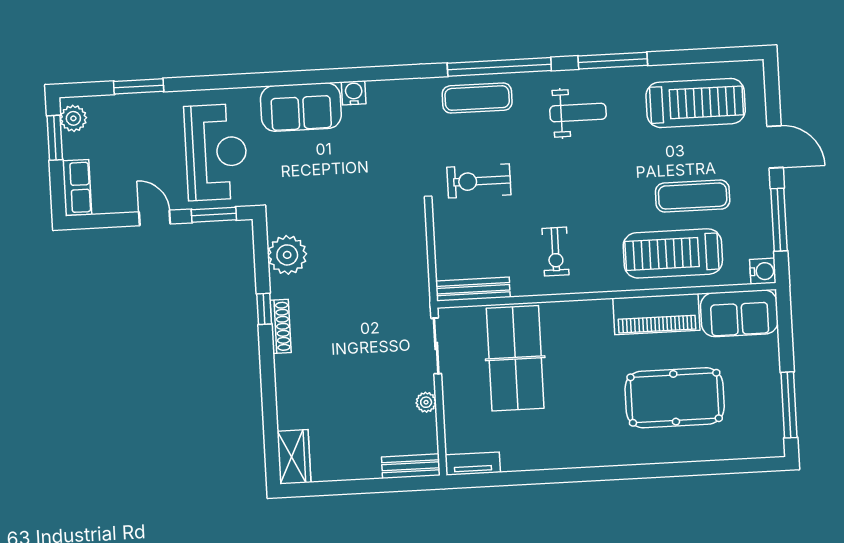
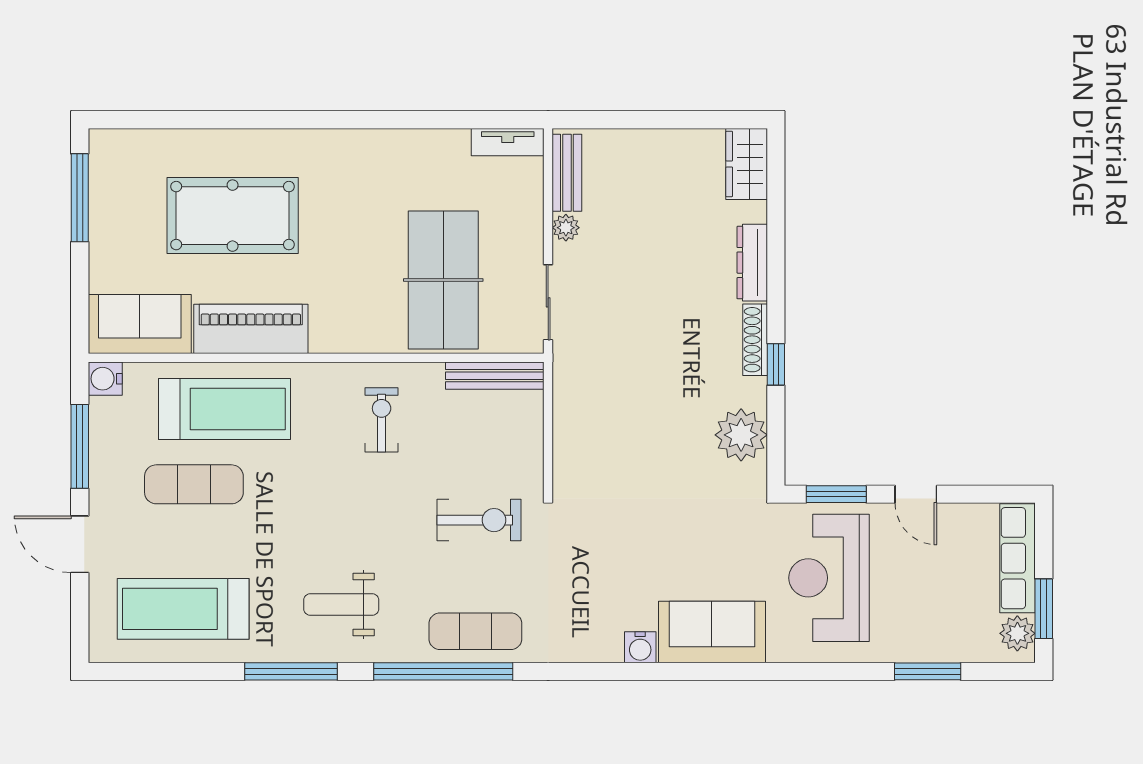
row of seats: (77, 187) -> (1018, 558), width x1.48
dresser: (286, 384) -> (752, 263), added
bench: (411, 466) -> (567, 173), moved, turned 90

